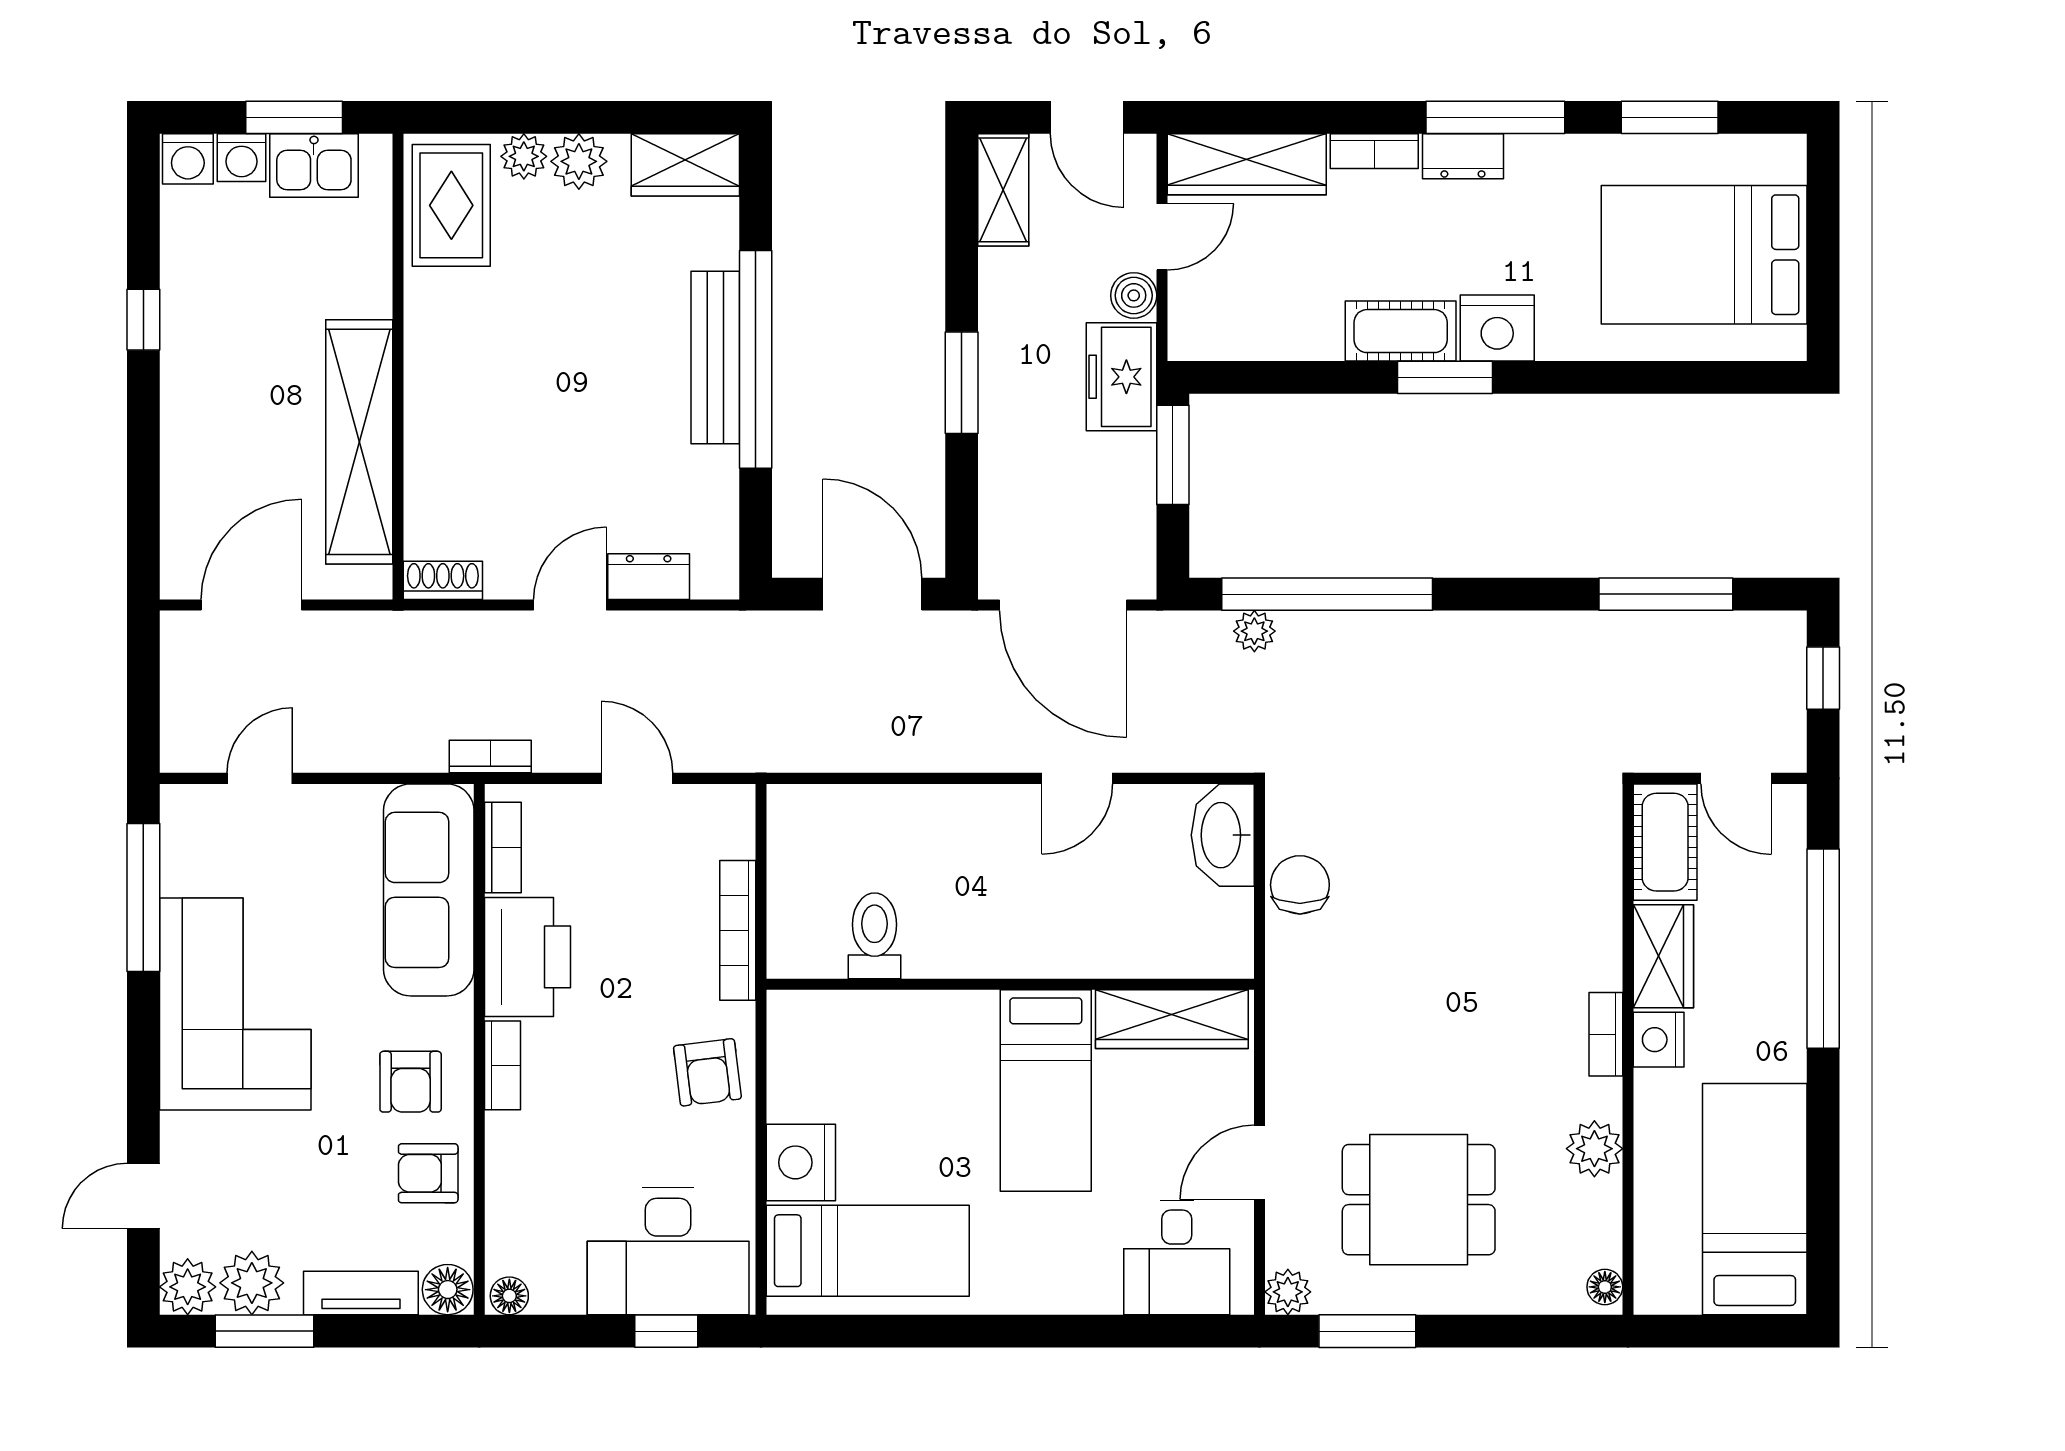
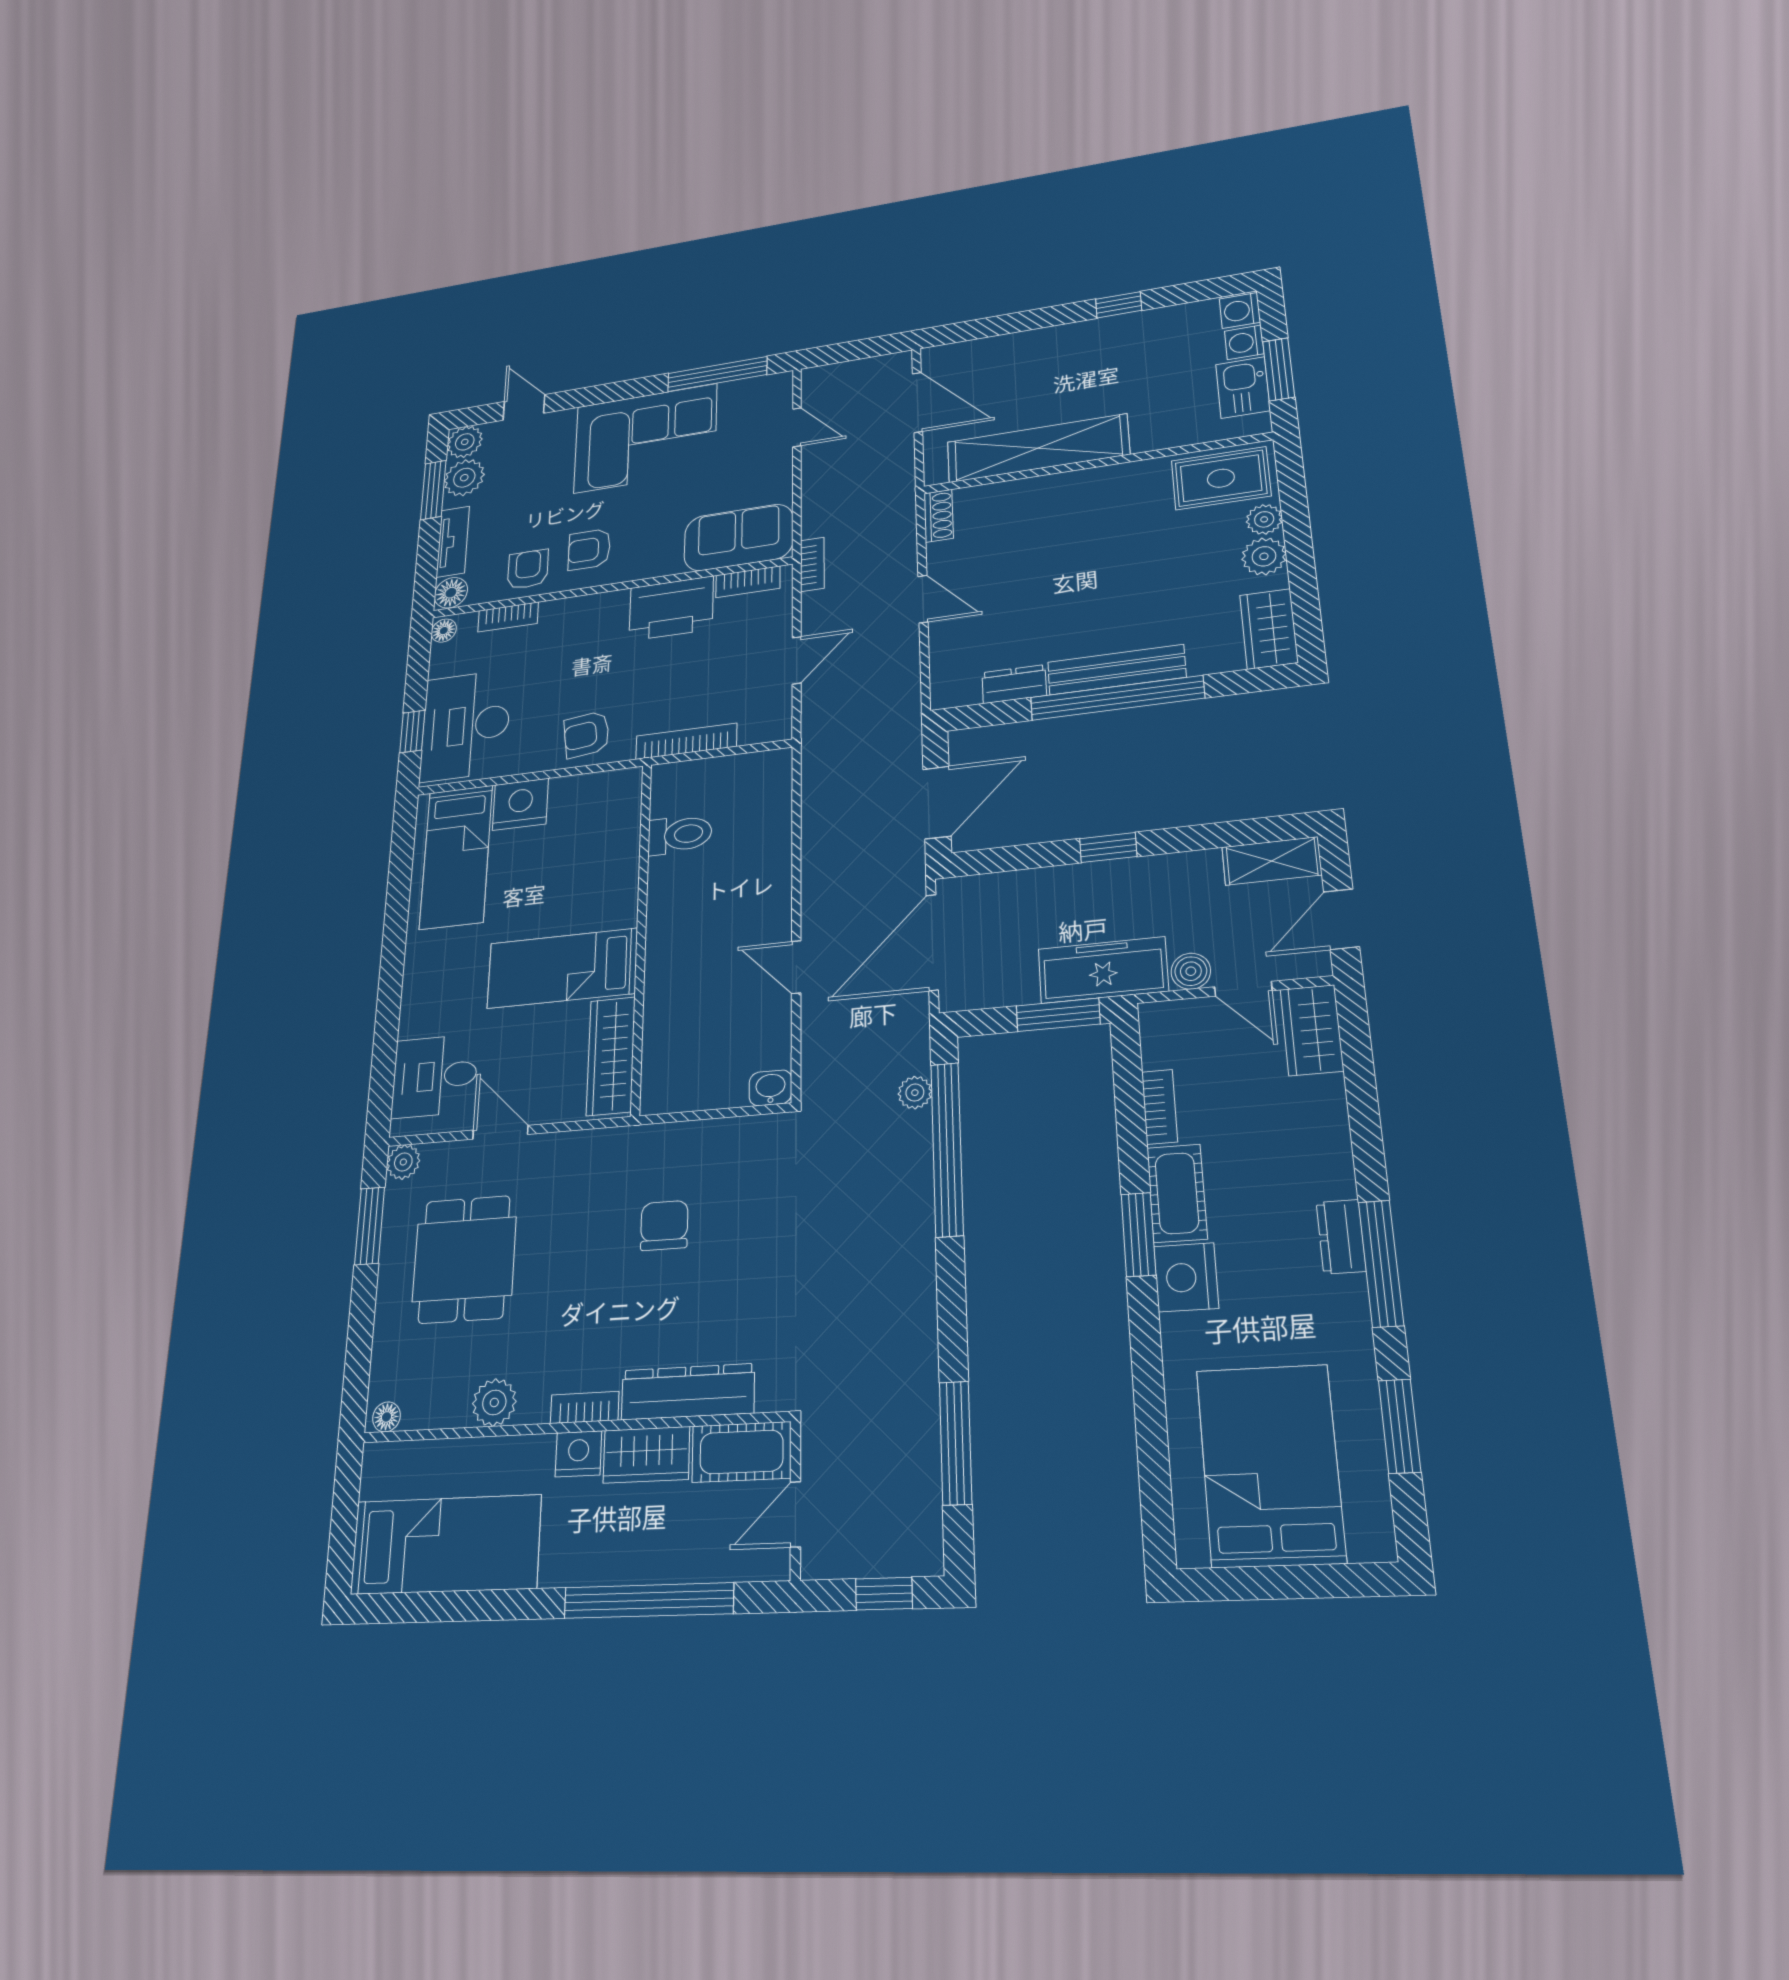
bookcase: (1374, 151) -> (1159, 1107), moved, turned 180
wardrobe: (1247, 164) -> (1312, 1030), width x0.67
freezer: (1121, 377) -> (1103, 970), width x1.40
window: (962, 383) -> (1108, 848), width x0.67
dresser: (649, 577) -> (1014, 684), moved, turned -90
washbasin: (1223, 835) -> (770, 1088), width x0.52, depth x0.69
chair: (1300, 885) -> (664, 1225), moved, turned -90
sofa: (429, 890) -> (739, 538), width x0.73
dresser: (1594, 908) -> (688, 1392), added
bookcase: (503, 1065) -> (508, 617), moved

